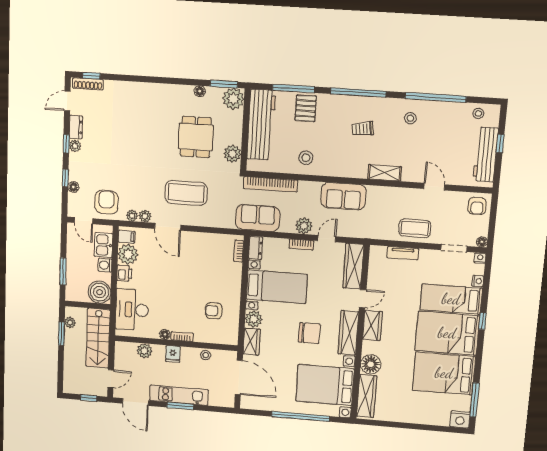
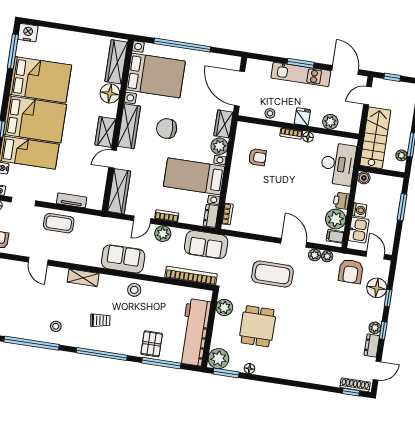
stool: (306, 158) -> (134, 290), moved
floor lamp: (73, 187) -> (377, 288), width x1.89, depth x1.89
boiler: (99, 292) -> (364, 178), width x0.54, depth x0.54

